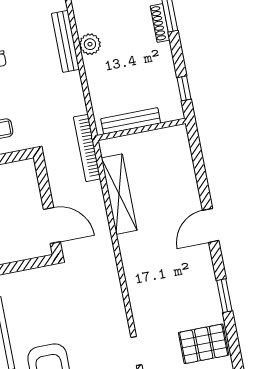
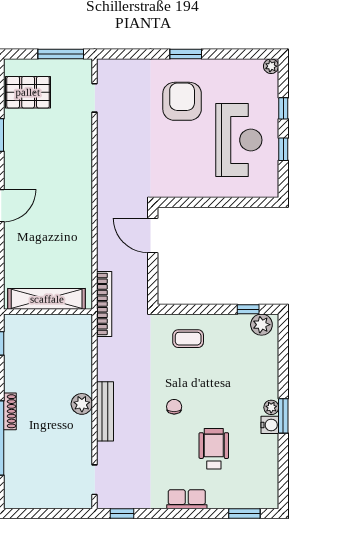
bench: (131, 121) -> (57, 322), removed
shelving: (119, 194) -> (47, 299), moved, turned 90

